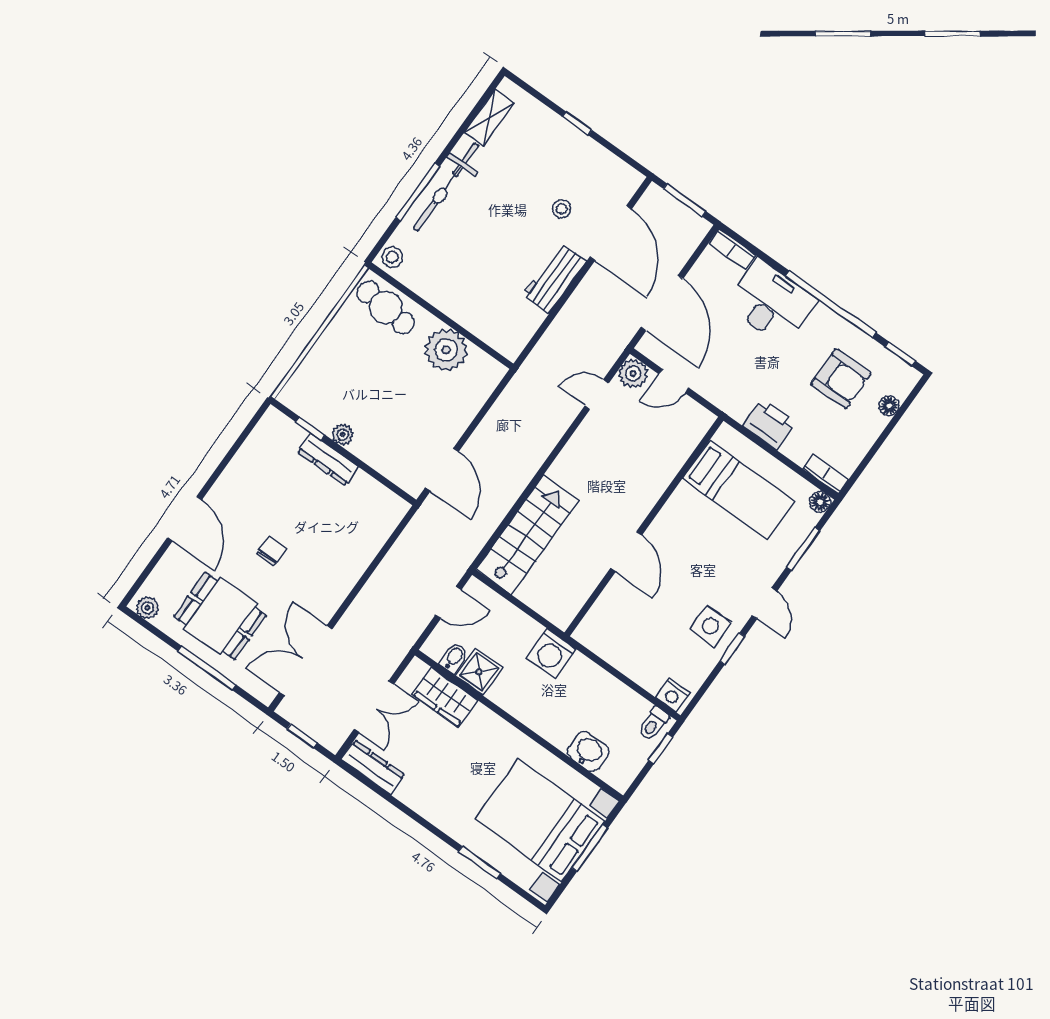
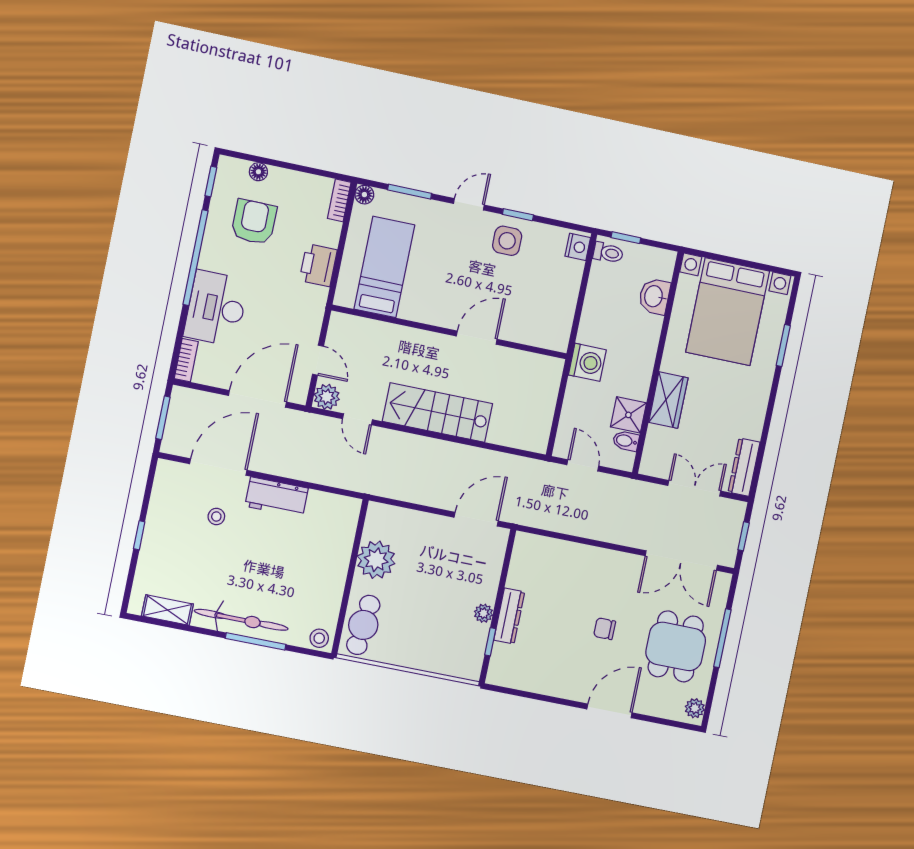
stairs: (527, 535) -> (437, 412), moved
wardrobe: (445, 697) -> (668, 400), moved
window: (590, 848) -> (732, 260), removed

